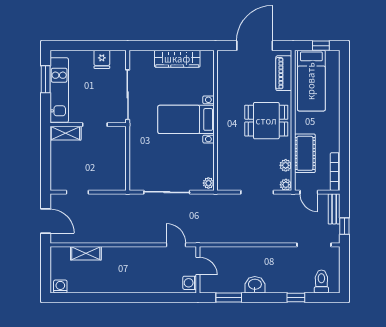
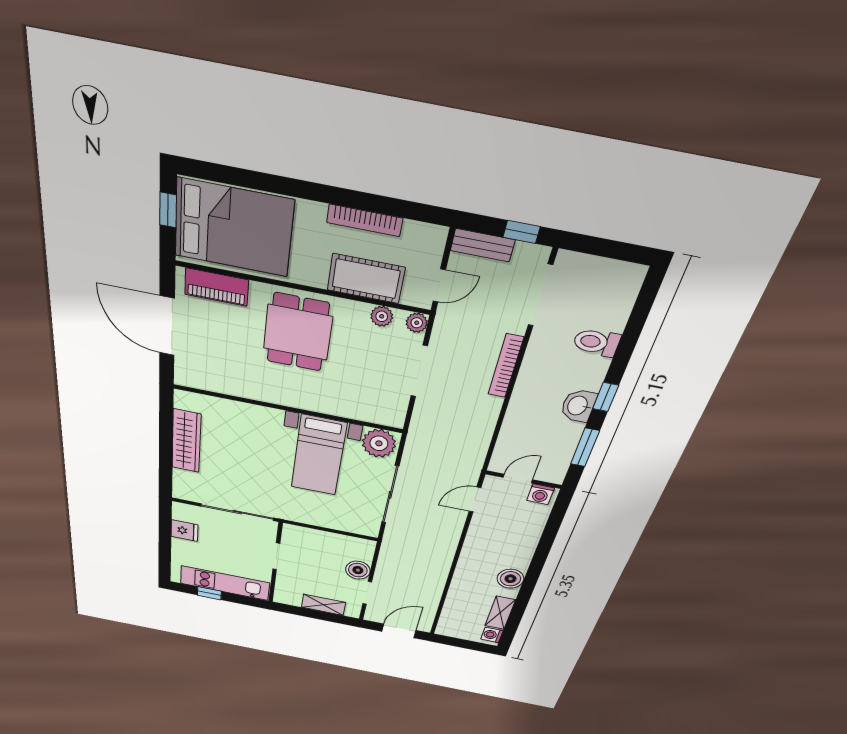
window: (46, 79) -> (209, 593), width x0.67
bed: (311, 81) -> (233, 228), width x1.50
bed with nightstands: (186, 119) -> (319, 456), moved
shelving: (65, 133) -> (323, 605), moved, turned 90
bookcase: (335, 172) -> (365, 220), moved
boiler: (97, 182) -> (358, 570), added
plant: (208, 183) -> (379, 443), width x1.87, depth x1.87
bookcase: (271, 238) -> (506, 366), added
shelving: (86, 253) -> (500, 613), moved
toilet: (321, 282) -> (596, 342), moved
boiler: (117, 284) -> (510, 579), added
window: (296, 298) -> (606, 397), moved

